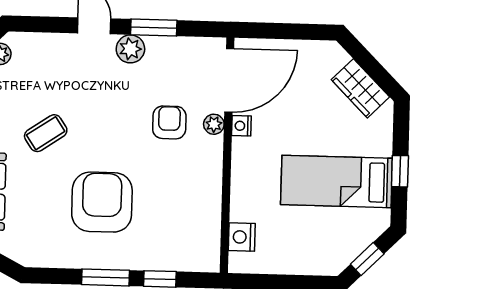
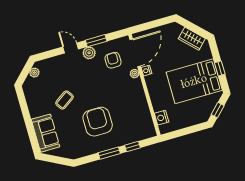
armchair: (169, 122) -> (113, 60), moved
bed: (337, 181) -> (194, 81), width x1.50

